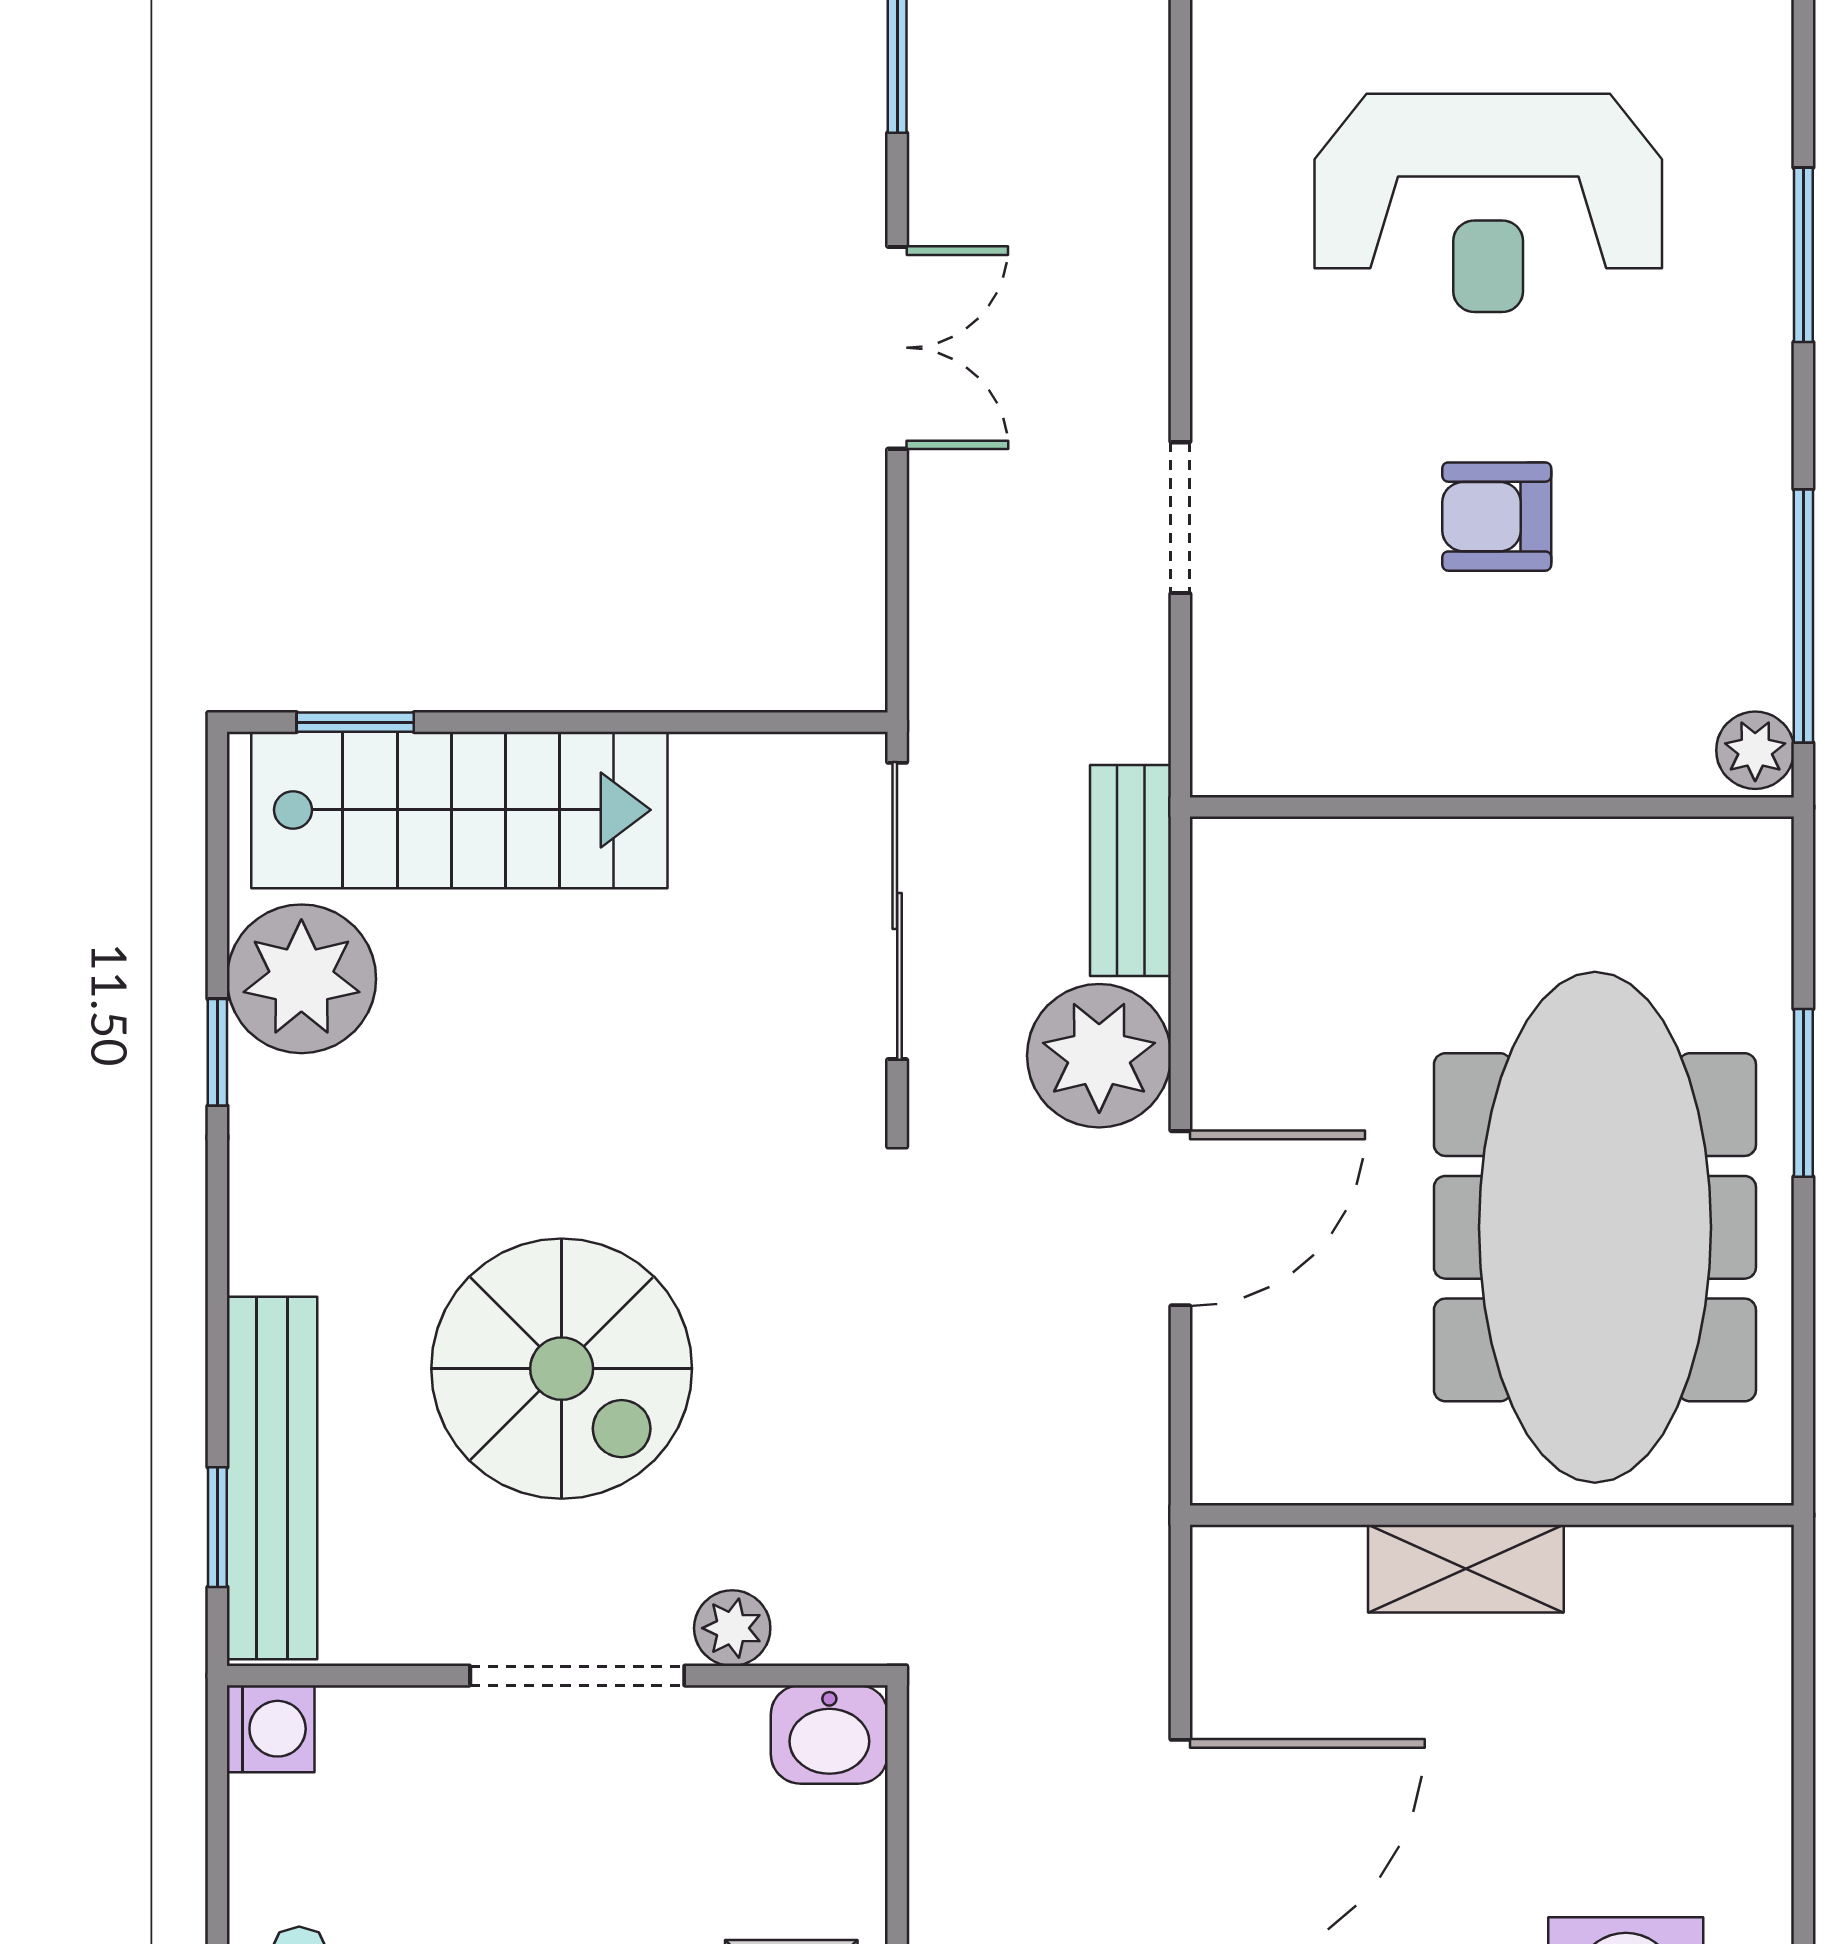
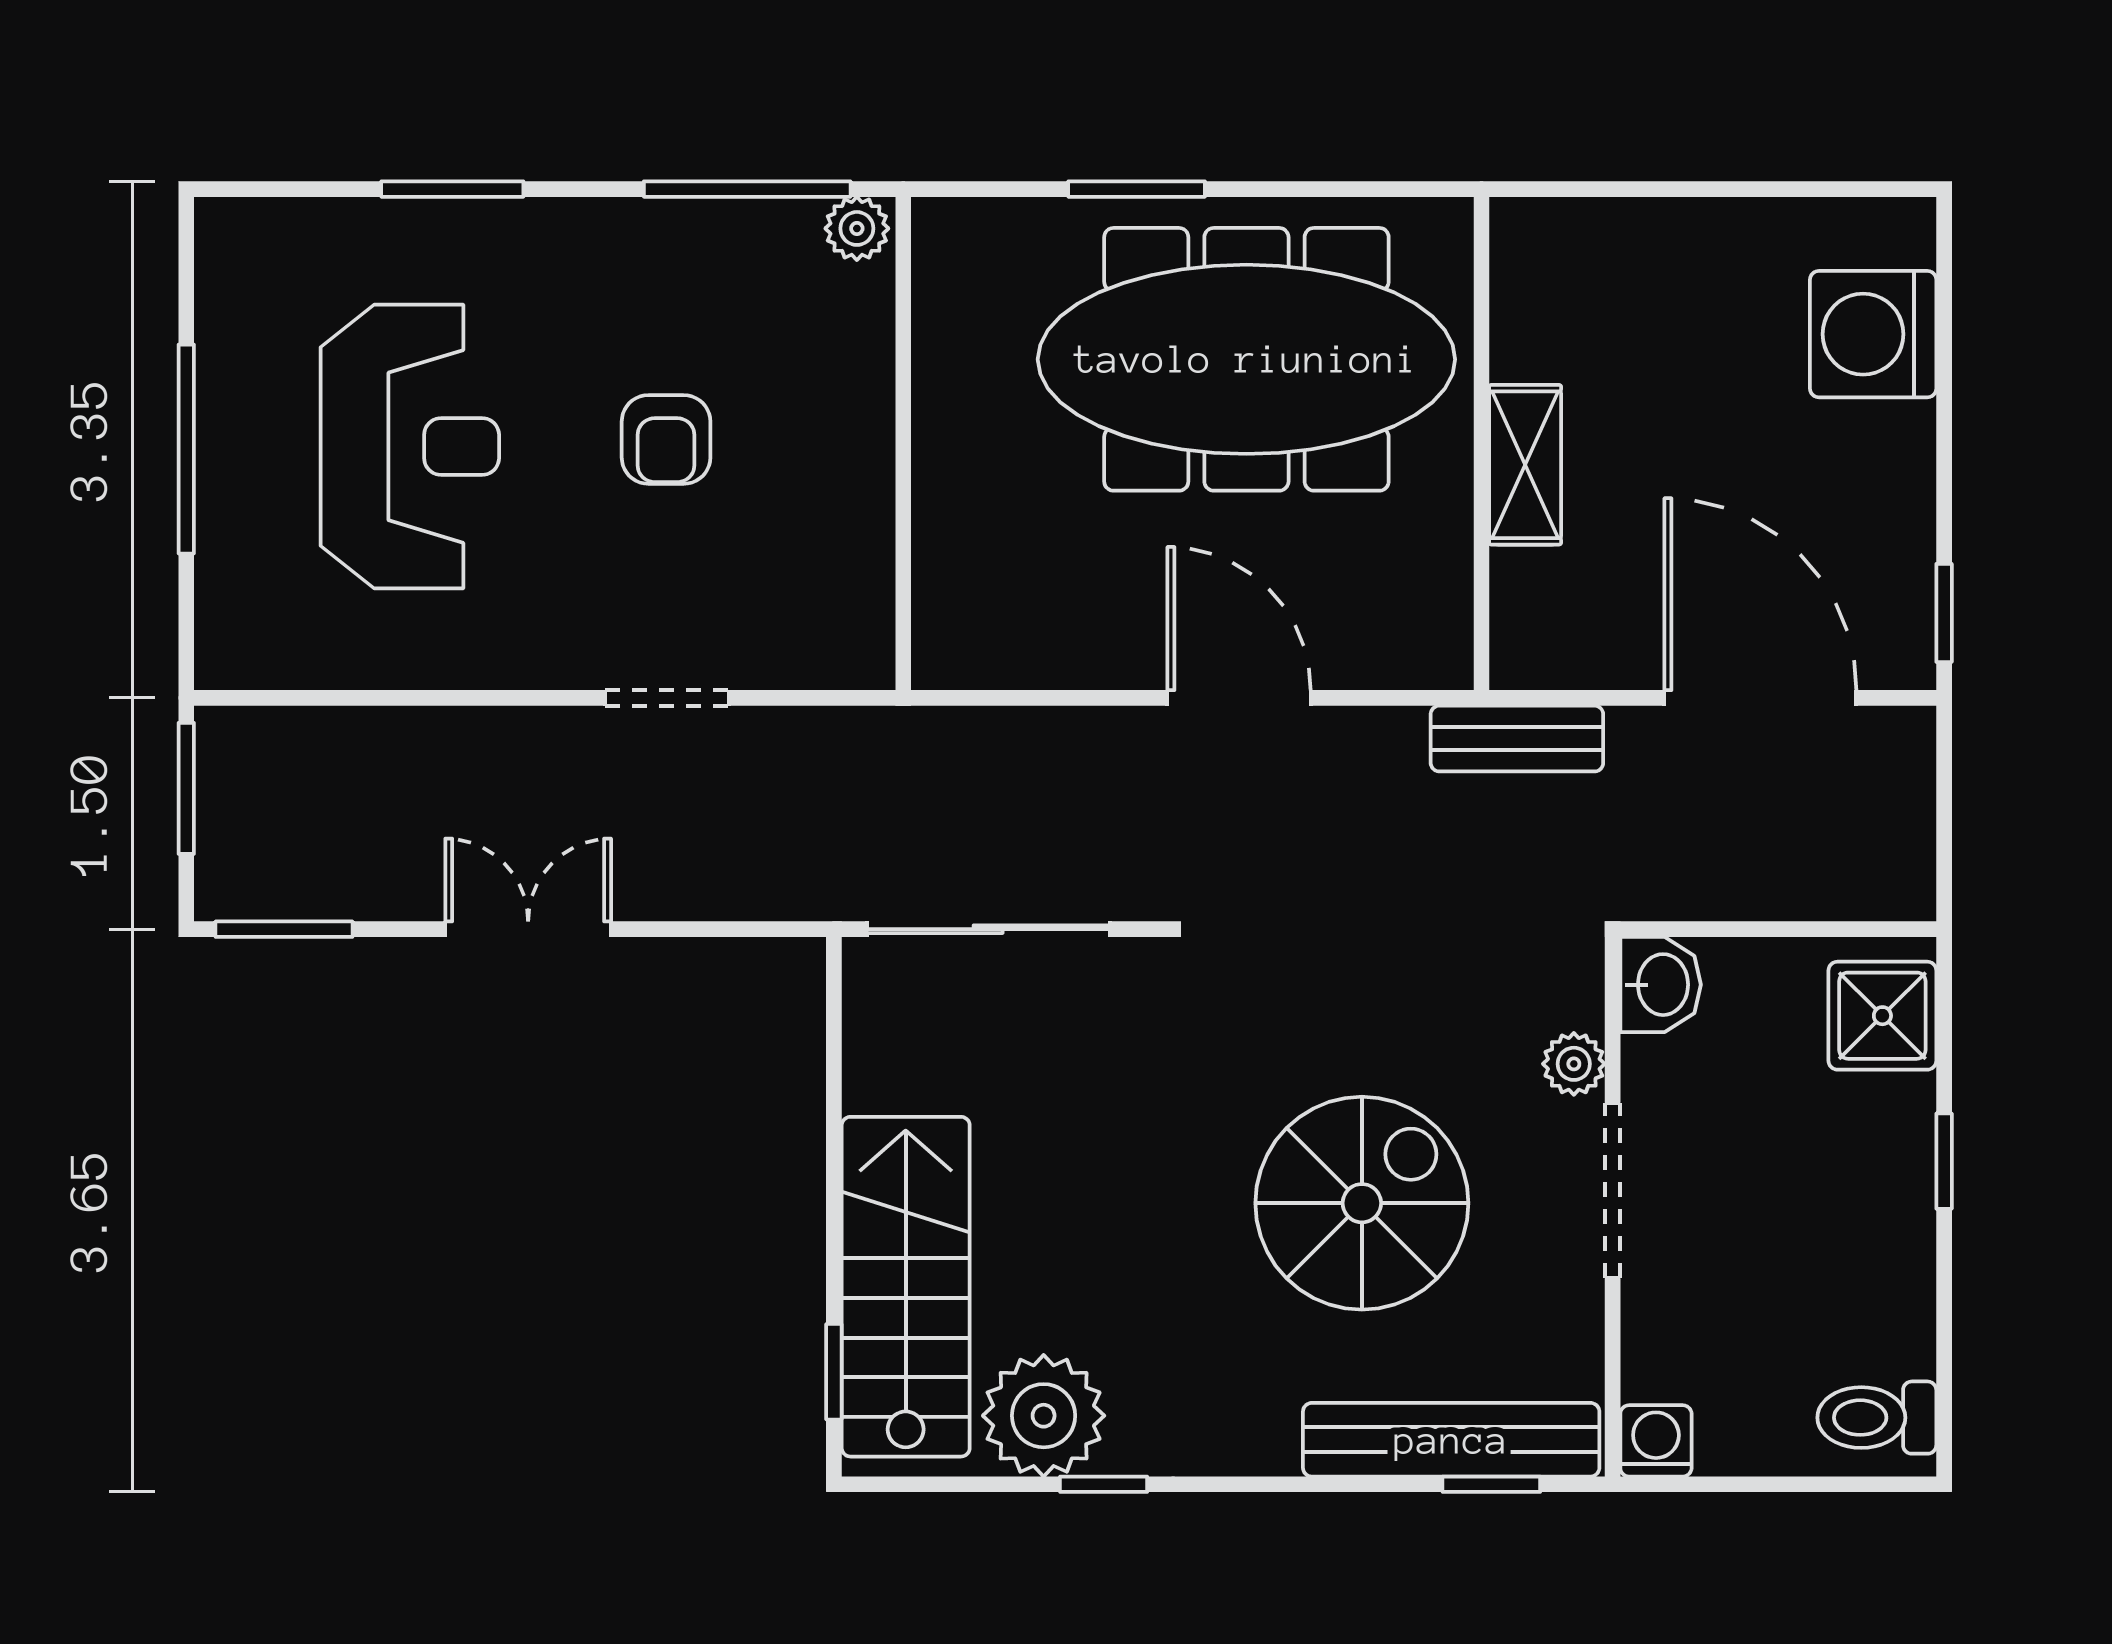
bench: (1131, 871) -> (1517, 739), moved
plant: (1099, 1056) -> (1106, 764), removed

